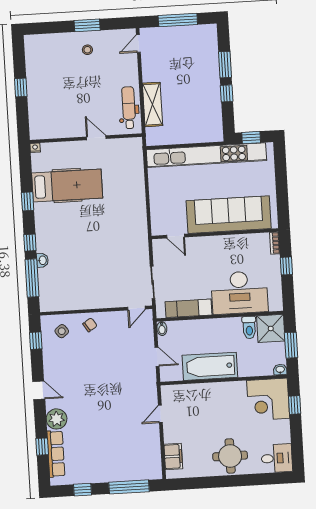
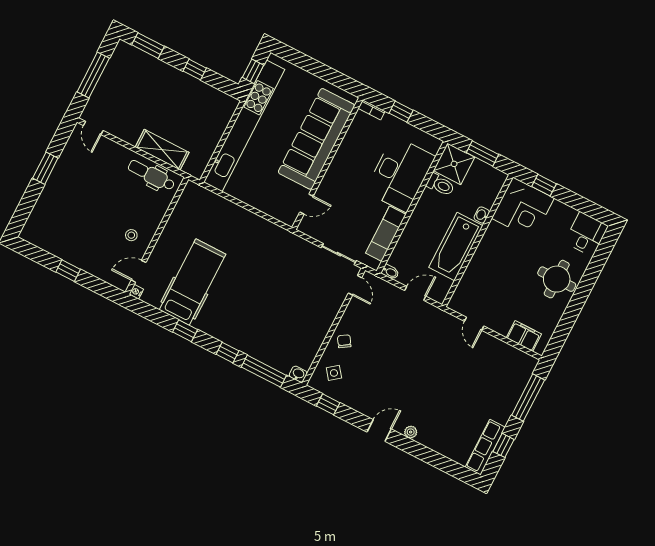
stool: (87, 50) -> (131, 235), moved
window: (225, 65) -> (148, 46), moved
door: (96, 138) -> (139, 271), moved
washbasin: (42, 260) -> (298, 374), moved
washbasin: (280, 370) -> (482, 215), moved
plant: (57, 419) -> (411, 432), width x0.53, depth x0.53
window: (42, 447) -> (437, 460), removed
row of seats: (56, 454) -> (485, 447), moved, turned -90

